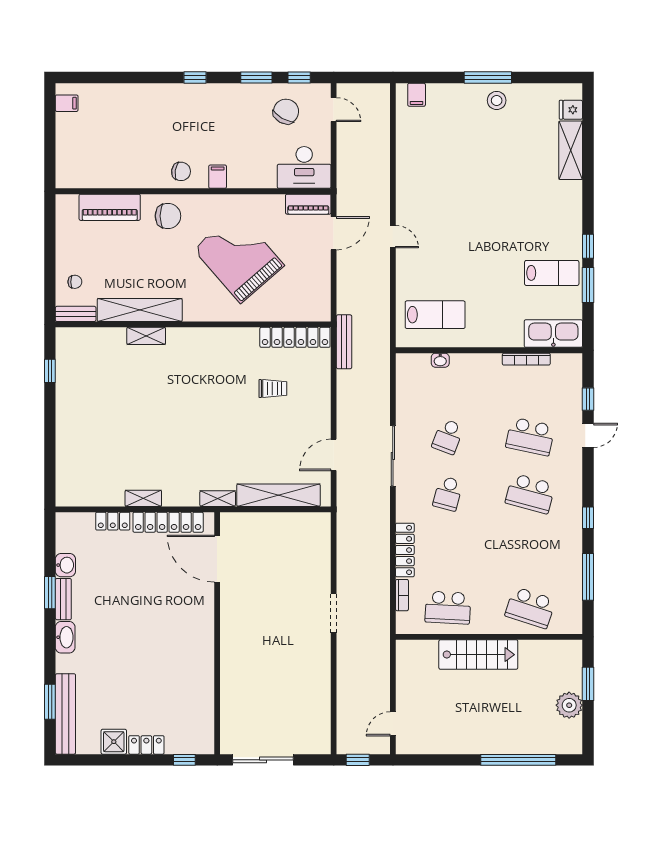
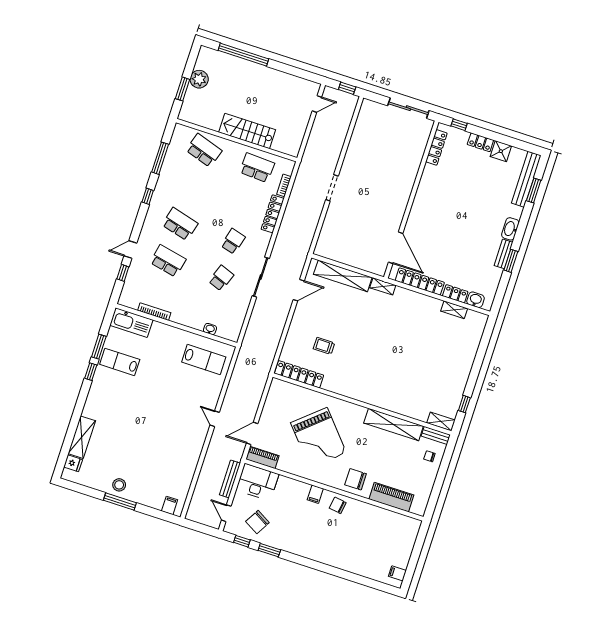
window: (195, 78) -> (309, 563), removed
lab bench: (435, 315) -> (204, 360), turned 180
shelving: (146, 336) -> (441, 421), moved
bench: (344, 342) -> (230, 479), moved
shelving: (143, 498) -> (454, 310), moved
washbasin: (65, 565) -> (476, 300), moved, turned 90
locker: (206, 718) -> (436, 147), added

